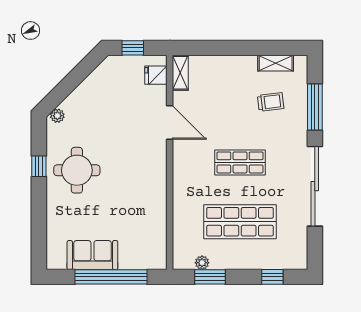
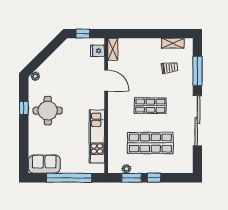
kitchen unit: (155, 211) -> (97, 136), added
sofa: (92, 255) -> (44, 164), moved
window: (272, 277) -> (154, 178), moved

